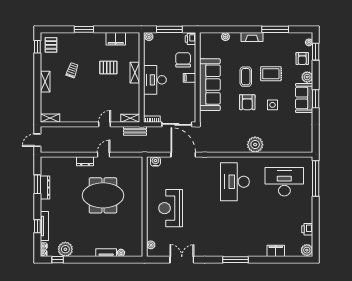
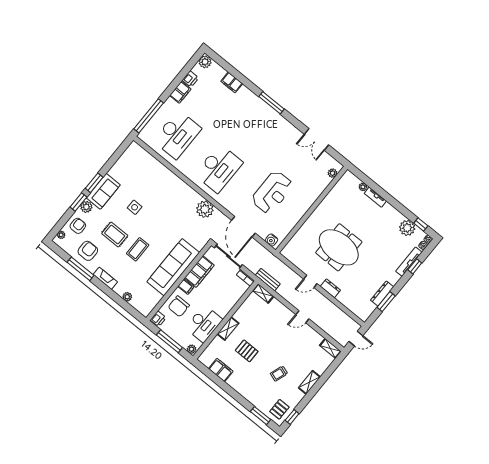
window: (84, 29) -> (261, 416), moved
window: (316, 52) -> (78, 202), moved
desk: (155, 80) -> (204, 324), moved
filing cabinet: (189, 97) -> (199, 272), added
armchair: (247, 102) -> (88, 251), moved
door: (105, 124) -> (302, 317), moved
plant: (255, 145) -> (205, 209), moved
desk: (284, 182) -> (177, 135), turned -90
reception desk: (171, 208) -> (272, 192), moved
filing cabinet: (307, 214) -> (180, 92), added

